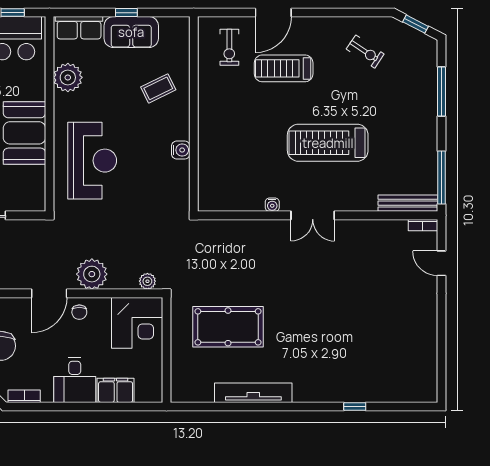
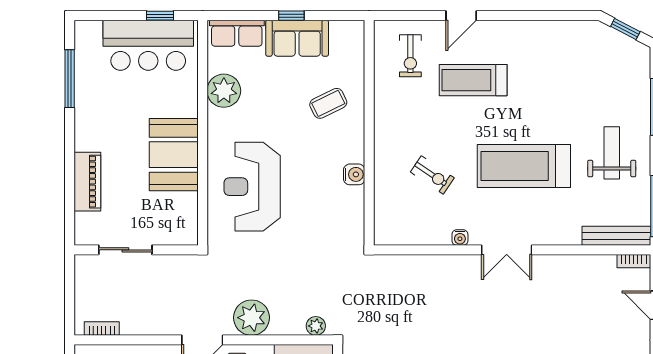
door: (273, 13) -> (461, 16), width x0.73
exercise bike: (365, 52) -> (432, 175), moved
weight bench: (404, 131) -> (612, 153), added
reception desk: (92, 161) -> (252, 187), turned 180

